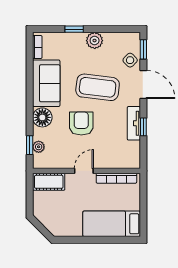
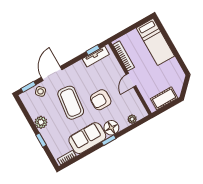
tv unit: (134, 123) -> (96, 57), moved
window: (143, 127) -> (93, 50), moved
window: (30, 145) -> (109, 140), moved
door: (84, 171) -> (131, 80), hinge flipped
cot: (49, 182) -> (164, 98), moved, turned 90

